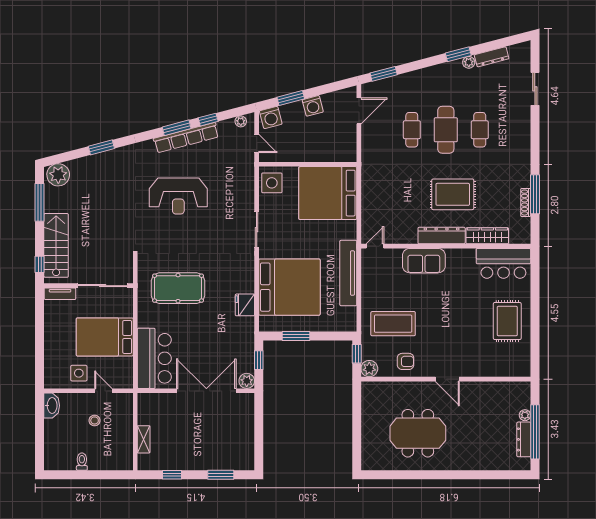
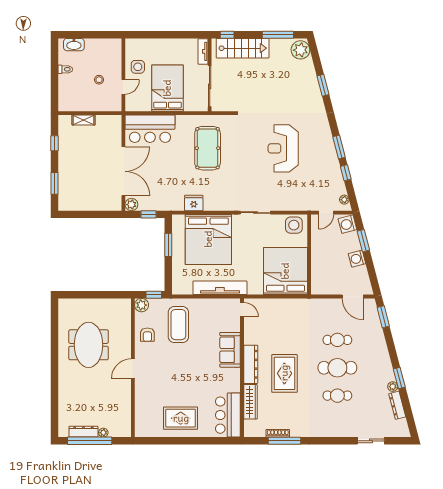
row of seats: (186, 138) -> (331, 155), removed
washbasin: (52, 406) -> (74, 45), moved

